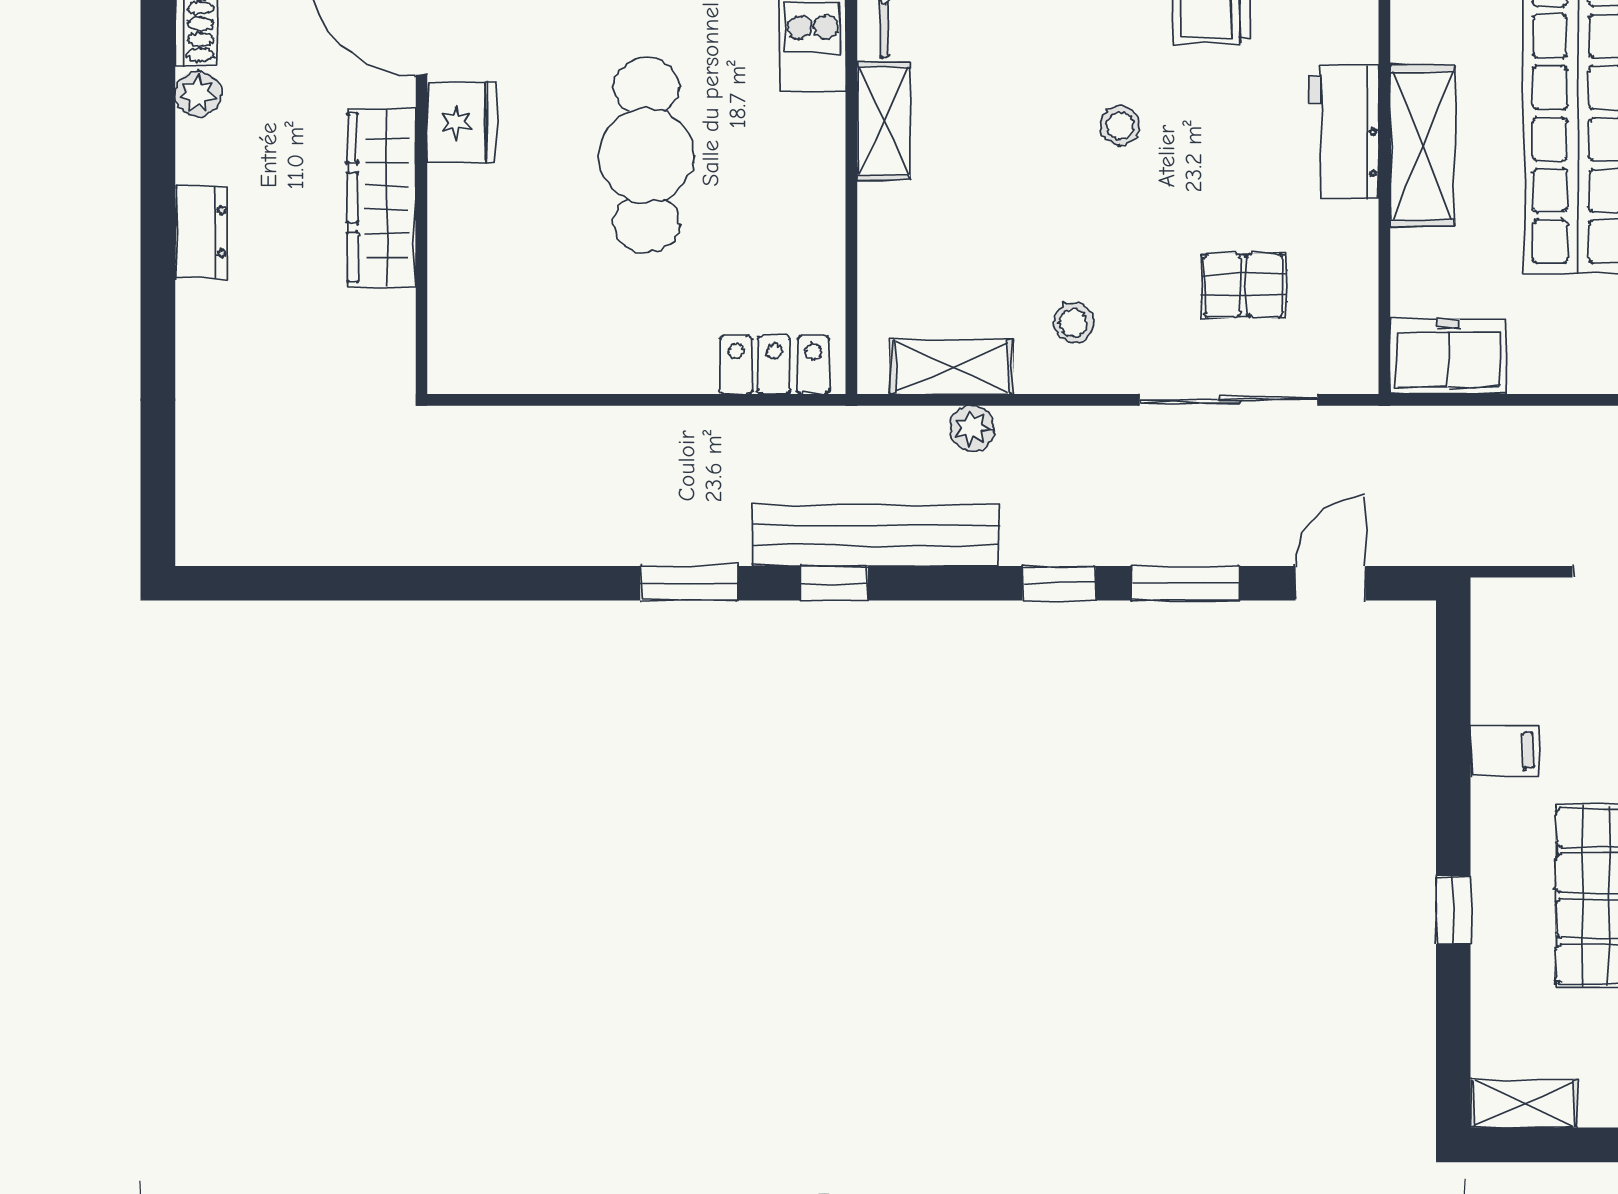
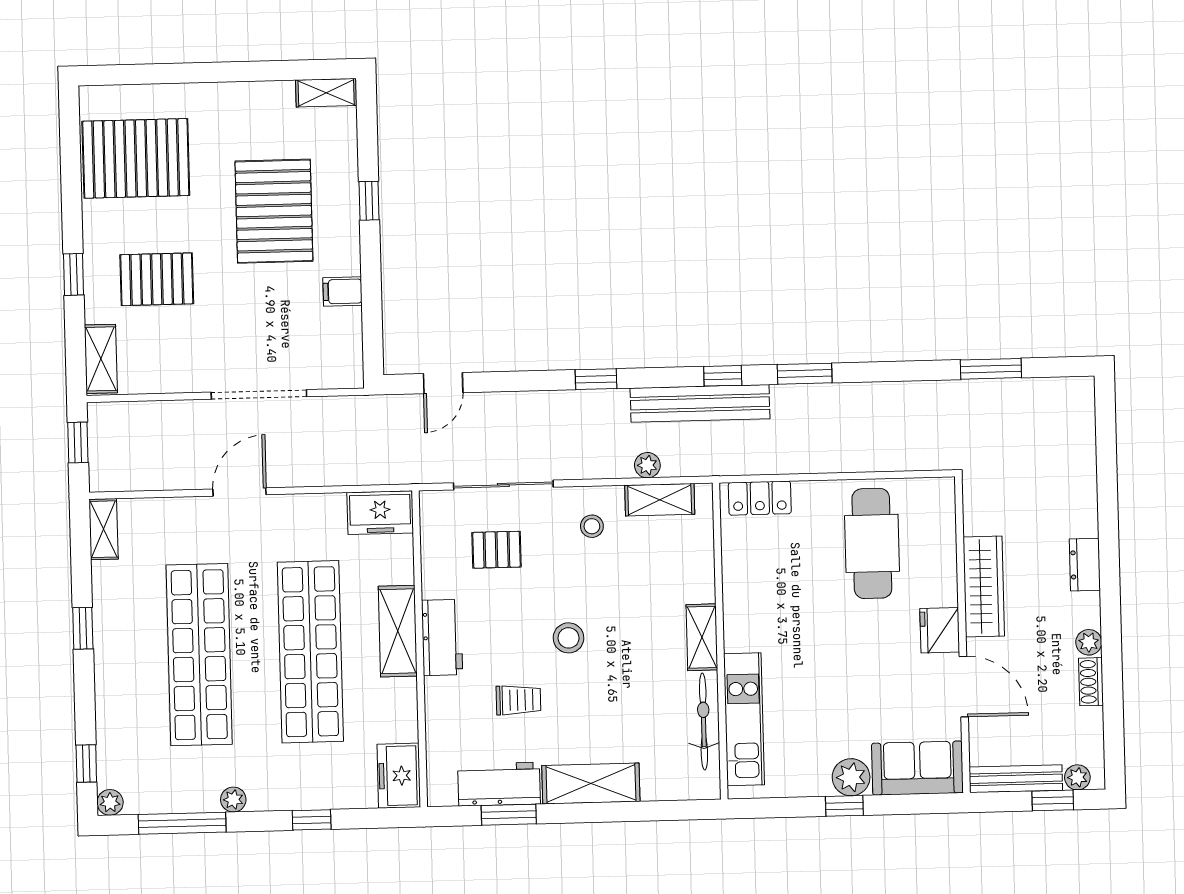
stool: (1120, 126) -> (569, 638), width x1.37, depth x1.37
cafe table: (646, 155) -> (872, 543), moved
window: (1185, 583) -> (991, 369), moved

